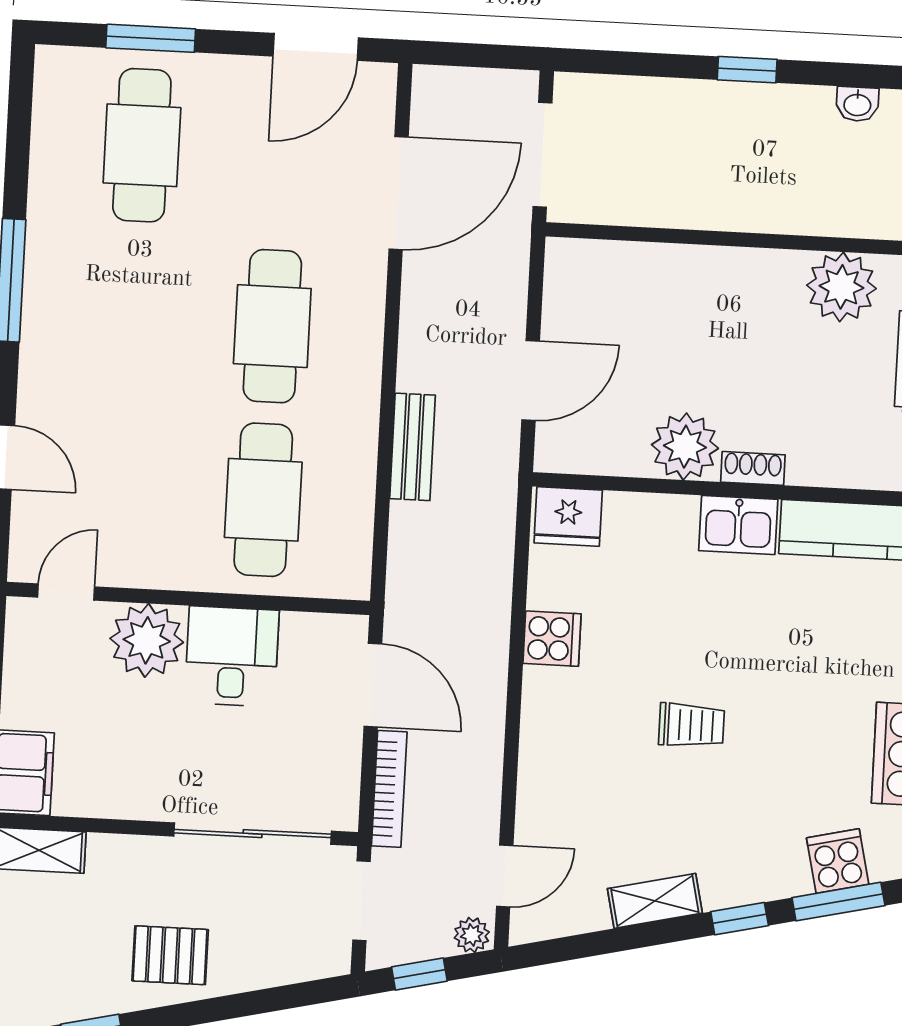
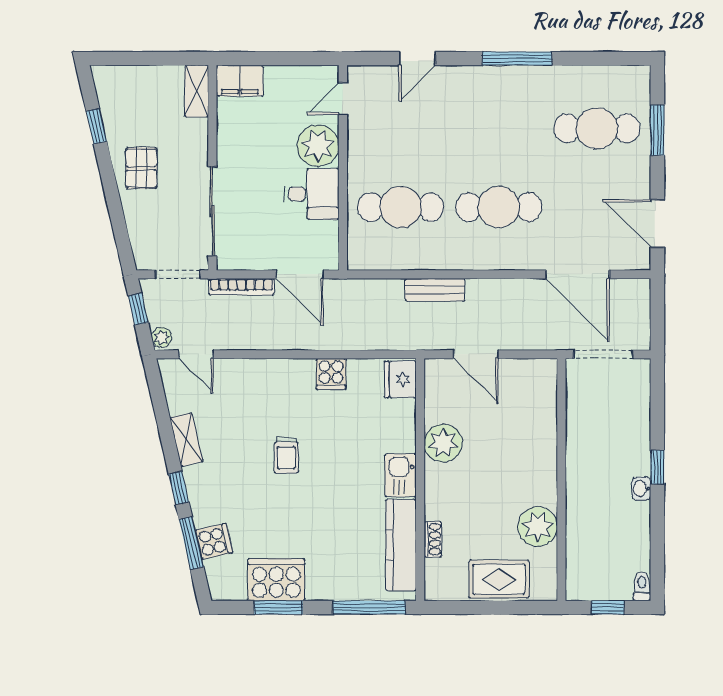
washbasin: (857, 104) -> (641, 489), moved
shoe rack: (753, 468) -> (433, 539), moved
door: (66, 592) -> (343, 99), swing flipped
door: (373, 685) -> (300, 274), hinge flipped

